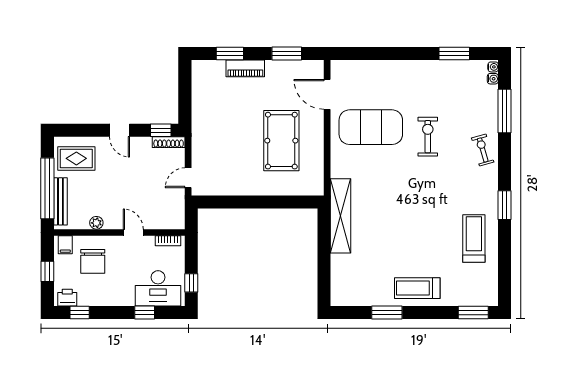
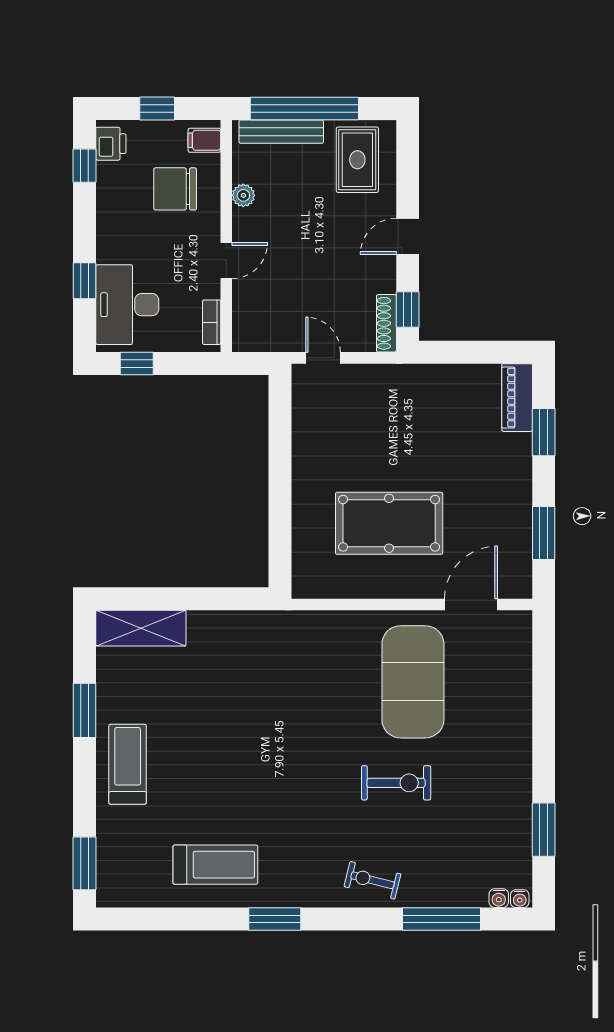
piano: (245, 68) -> (517, 398), moved
exercise bike: (483, 150) -> (372, 880), turned -150
shelving: (340, 216) -> (141, 628), moved, width x0.68

